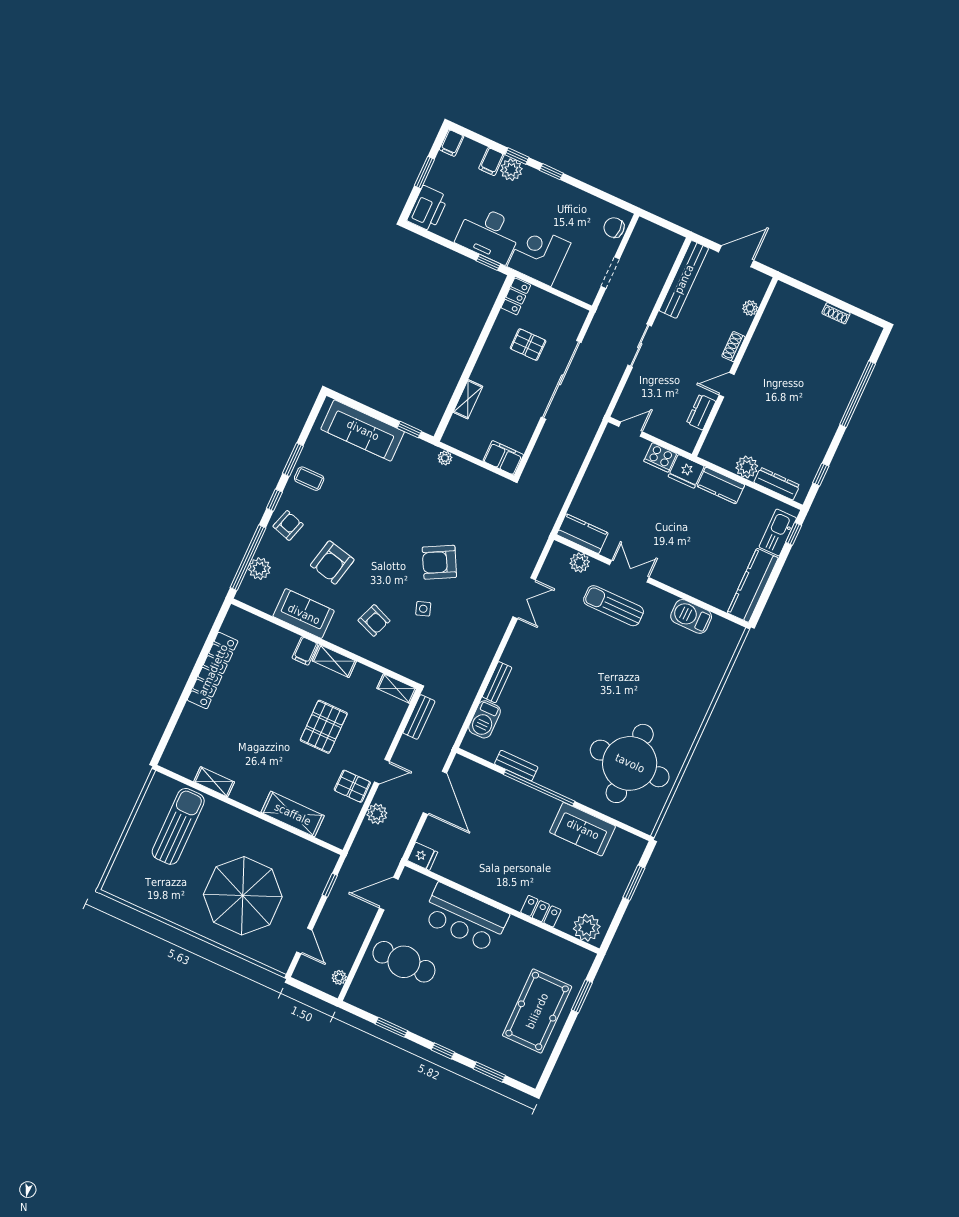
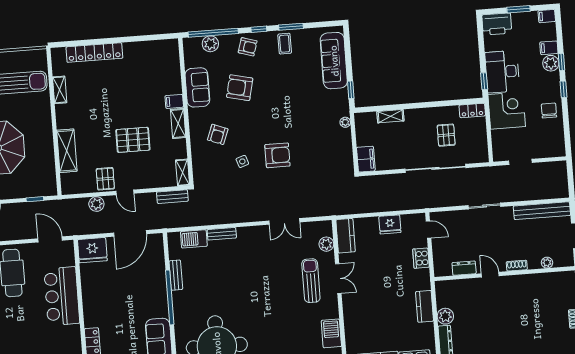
chair: (614, 228) -> (549, 110), moved
fridge: (686, 471) -> (390, 224), moved, turned -90
armchair: (439, 562) -> (277, 155), turned 118
locker: (213, 670) -> (94, 53), moved
fridge: (423, 856) -> (92, 250), width x1.88, depth x1.34

